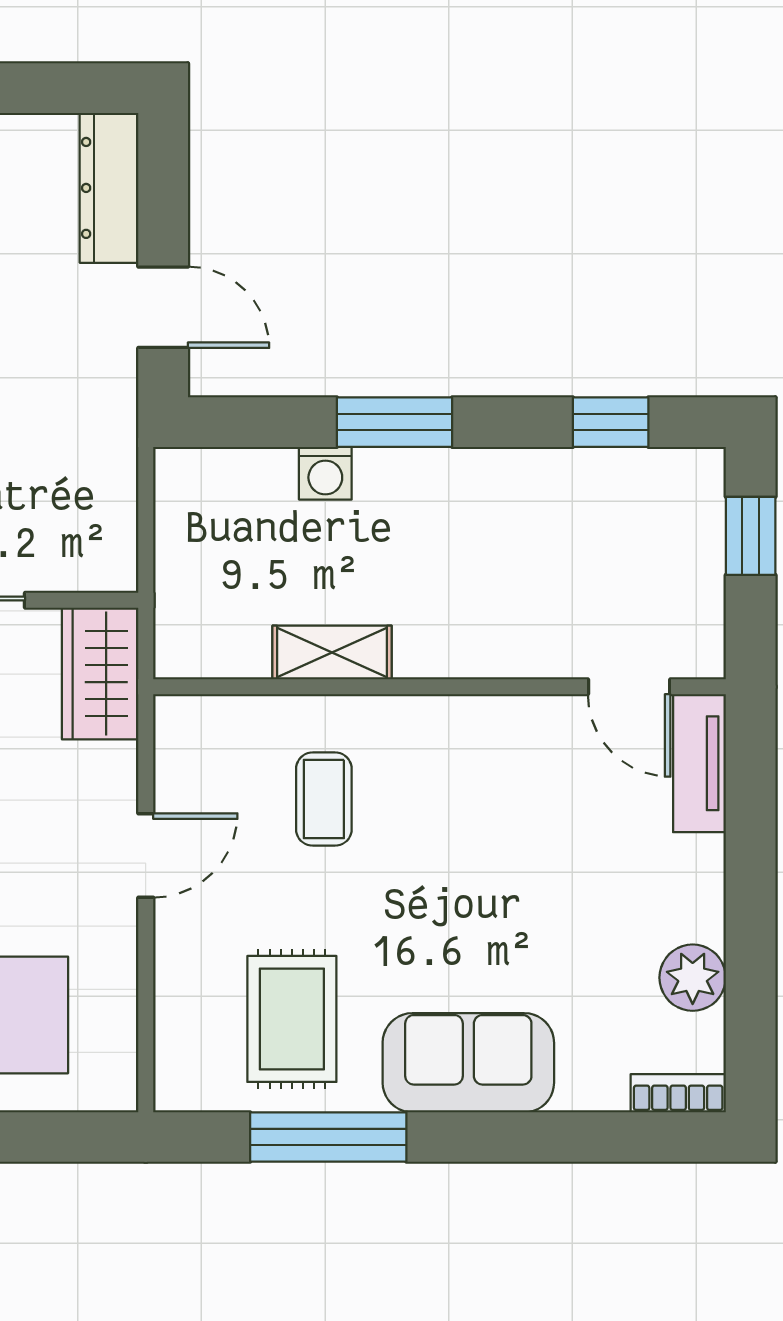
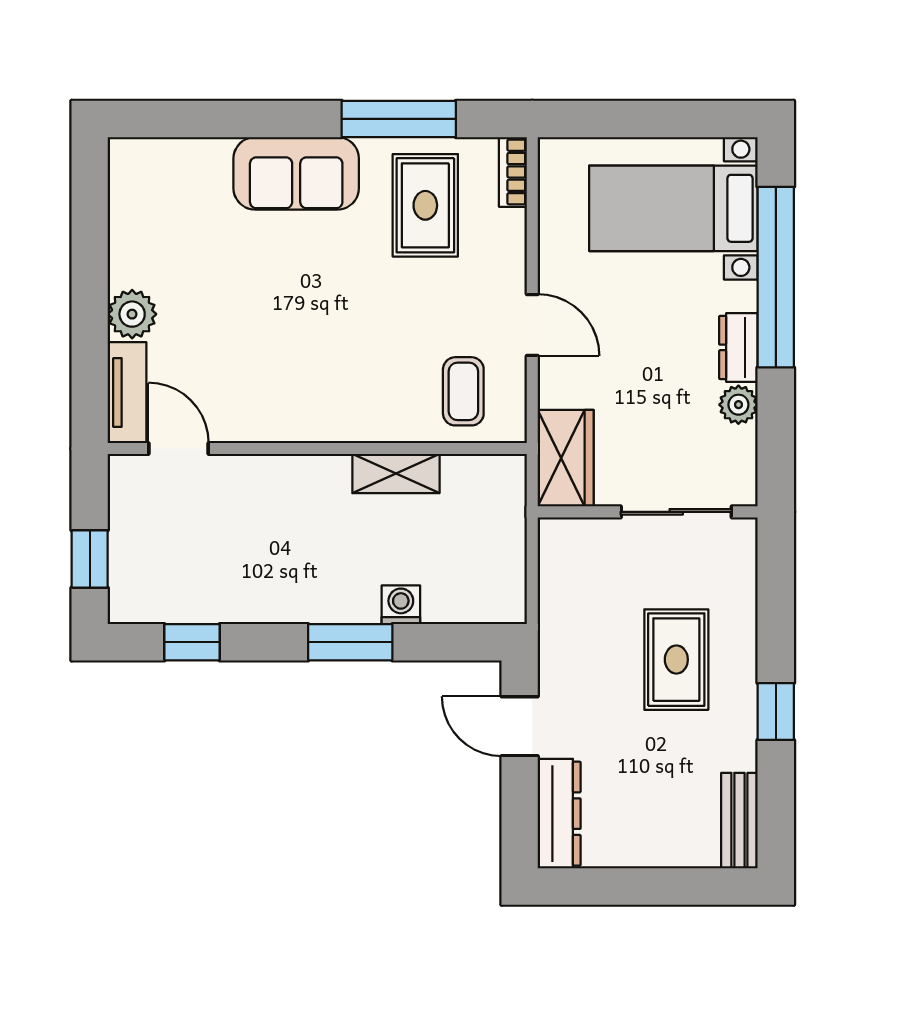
coffee table: (324, 799) -> (463, 391), moved
door: (146, 855) -> (532, 325), swing flipped
plant: (693, 978) -> (132, 314), moved
bookcase: (678, 1093) -> (513, 172), moved, turned 90

